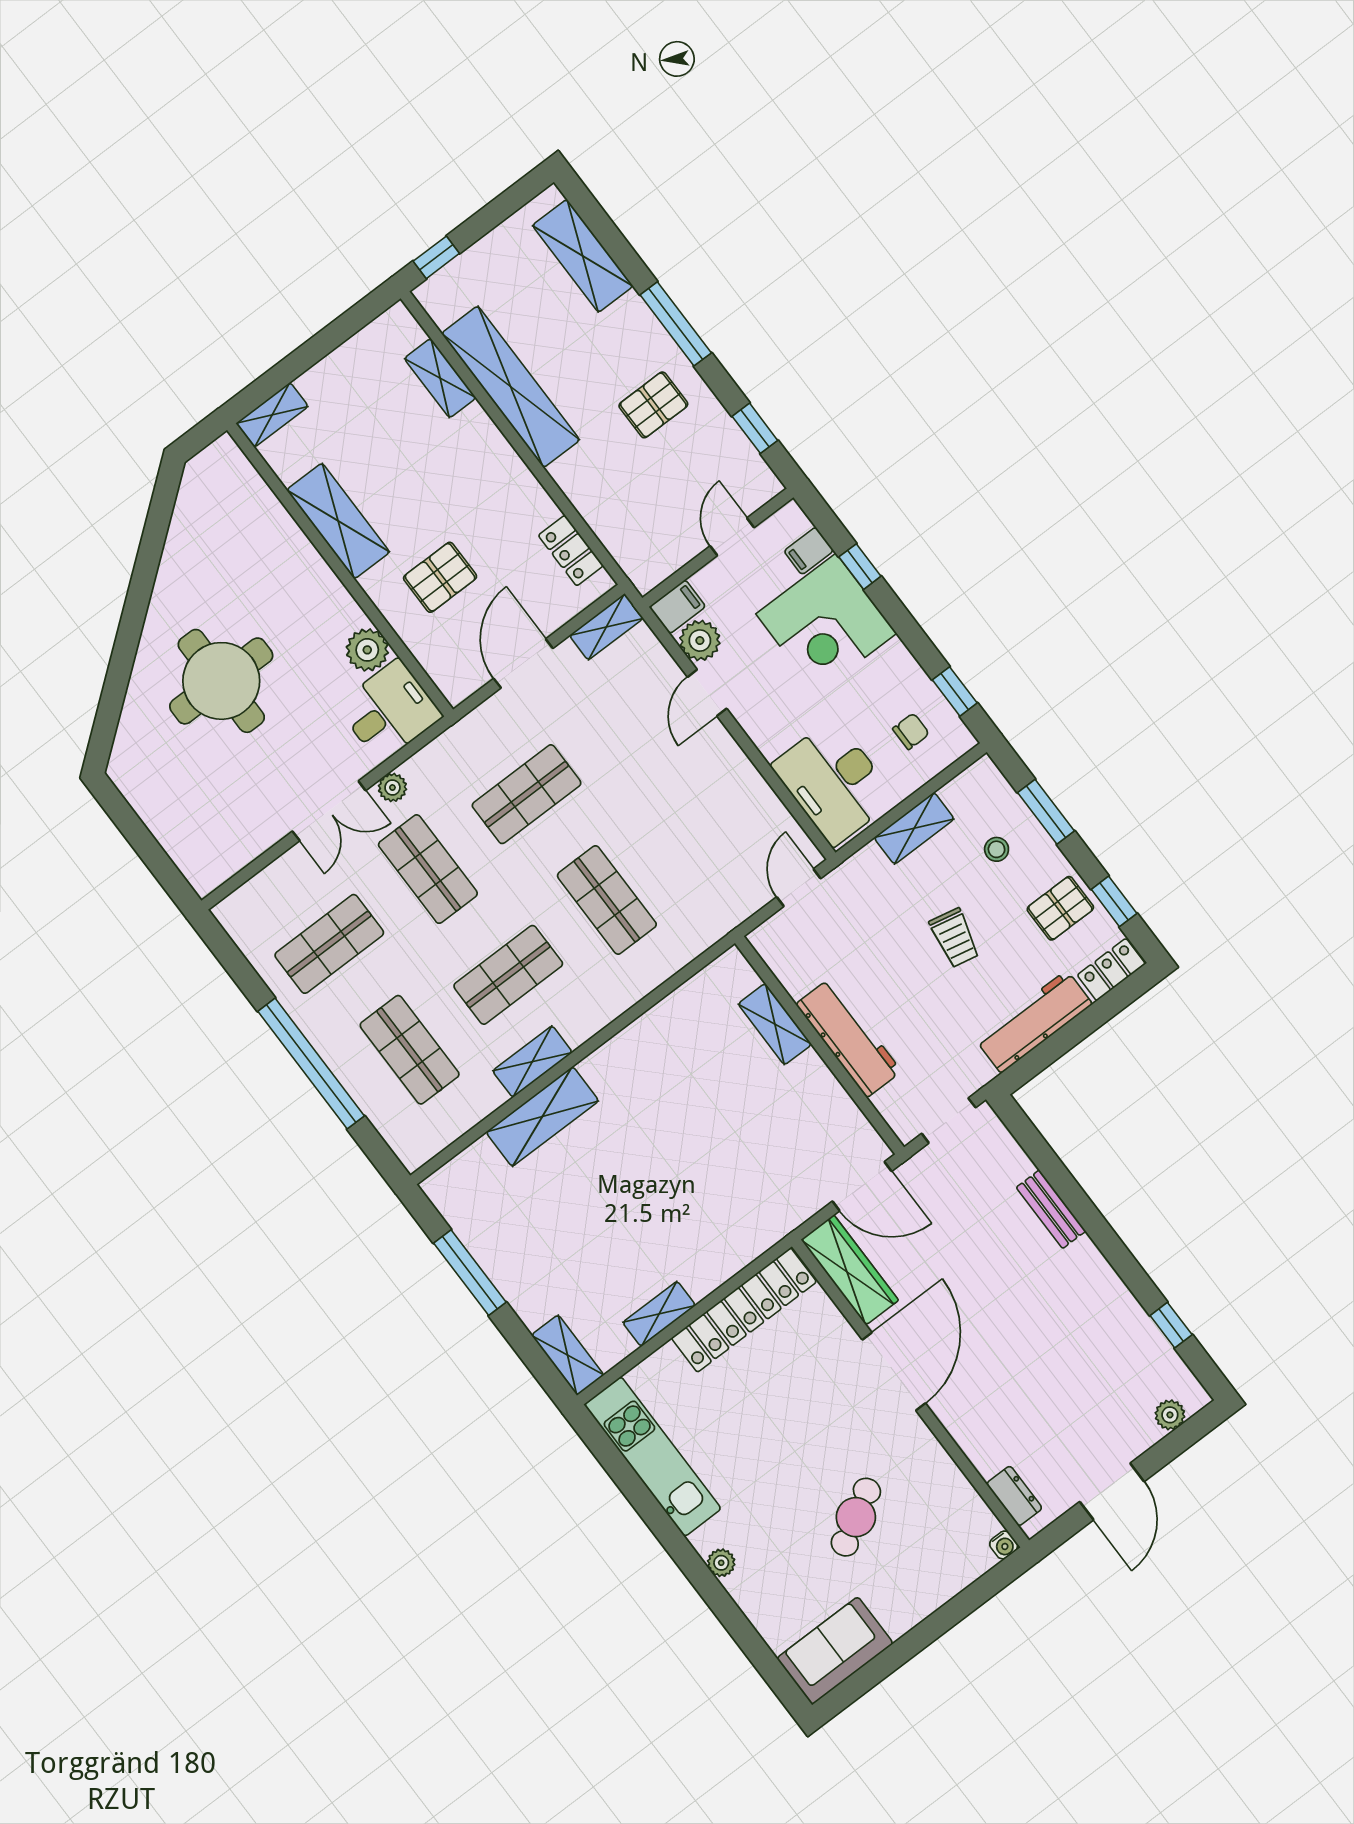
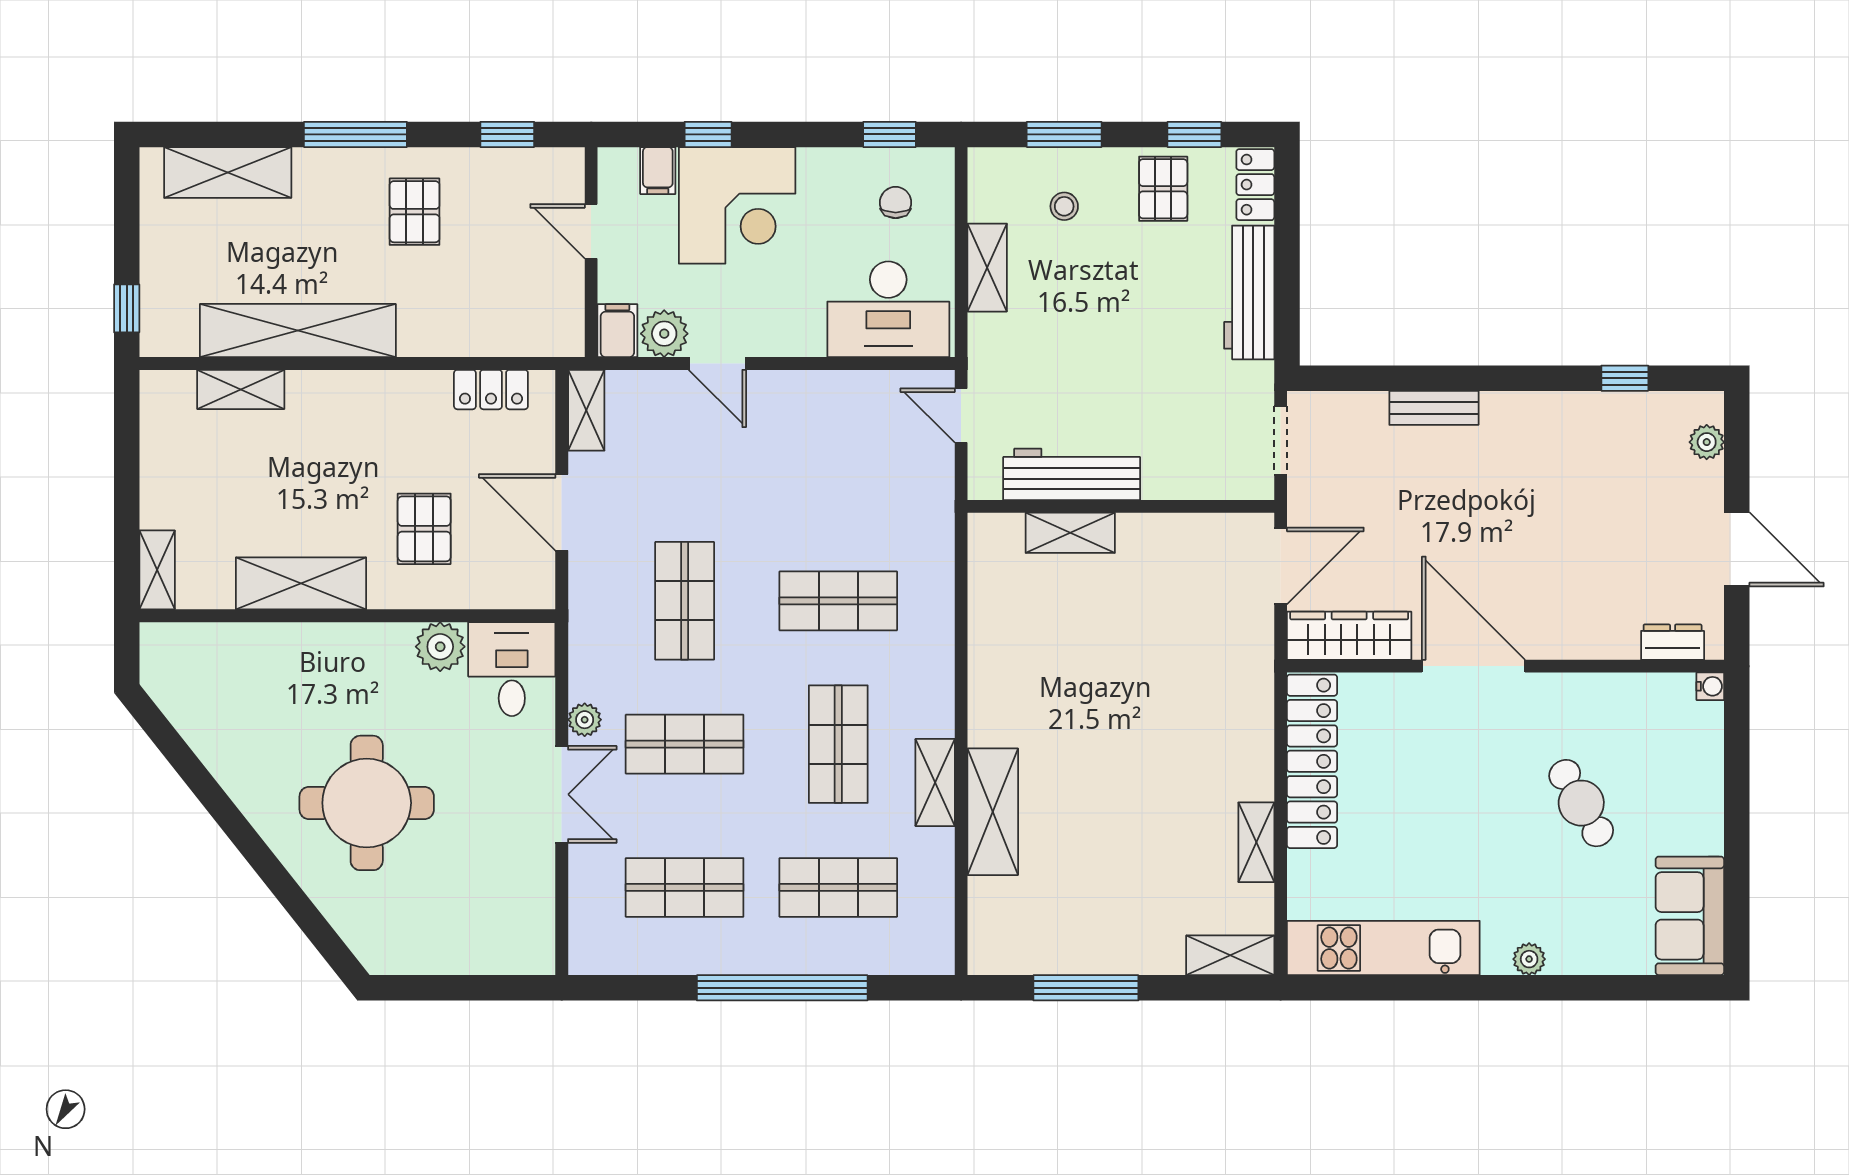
trolley: (955, 938) -> (1116, 307), removed
shop shelf: (329, 944) -> (685, 887), turned 90
workbench: (849, 1038) -> (1072, 474), moved

